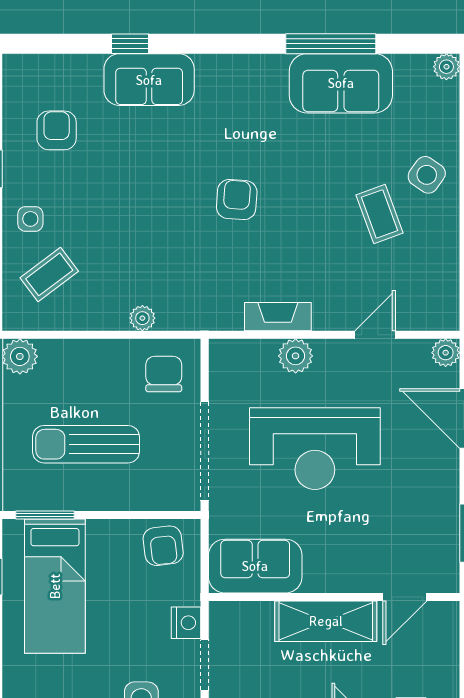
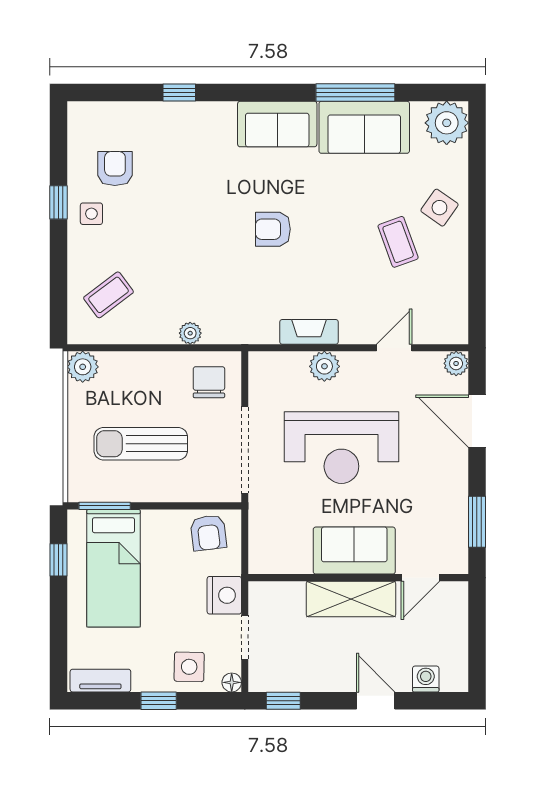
plant: (446, 67) -> (447, 123), width x1.87, depth x1.87
sofa: (149, 80) -> (277, 124), moved
armchair: (237, 200) -> (273, 229), turned -94
side table: (30, 219) -> (91, 214), moved
sofa: (255, 566) -> (354, 551), moved
nightstand: (186, 623) -> (224, 595), width x1.36, depth x1.33

